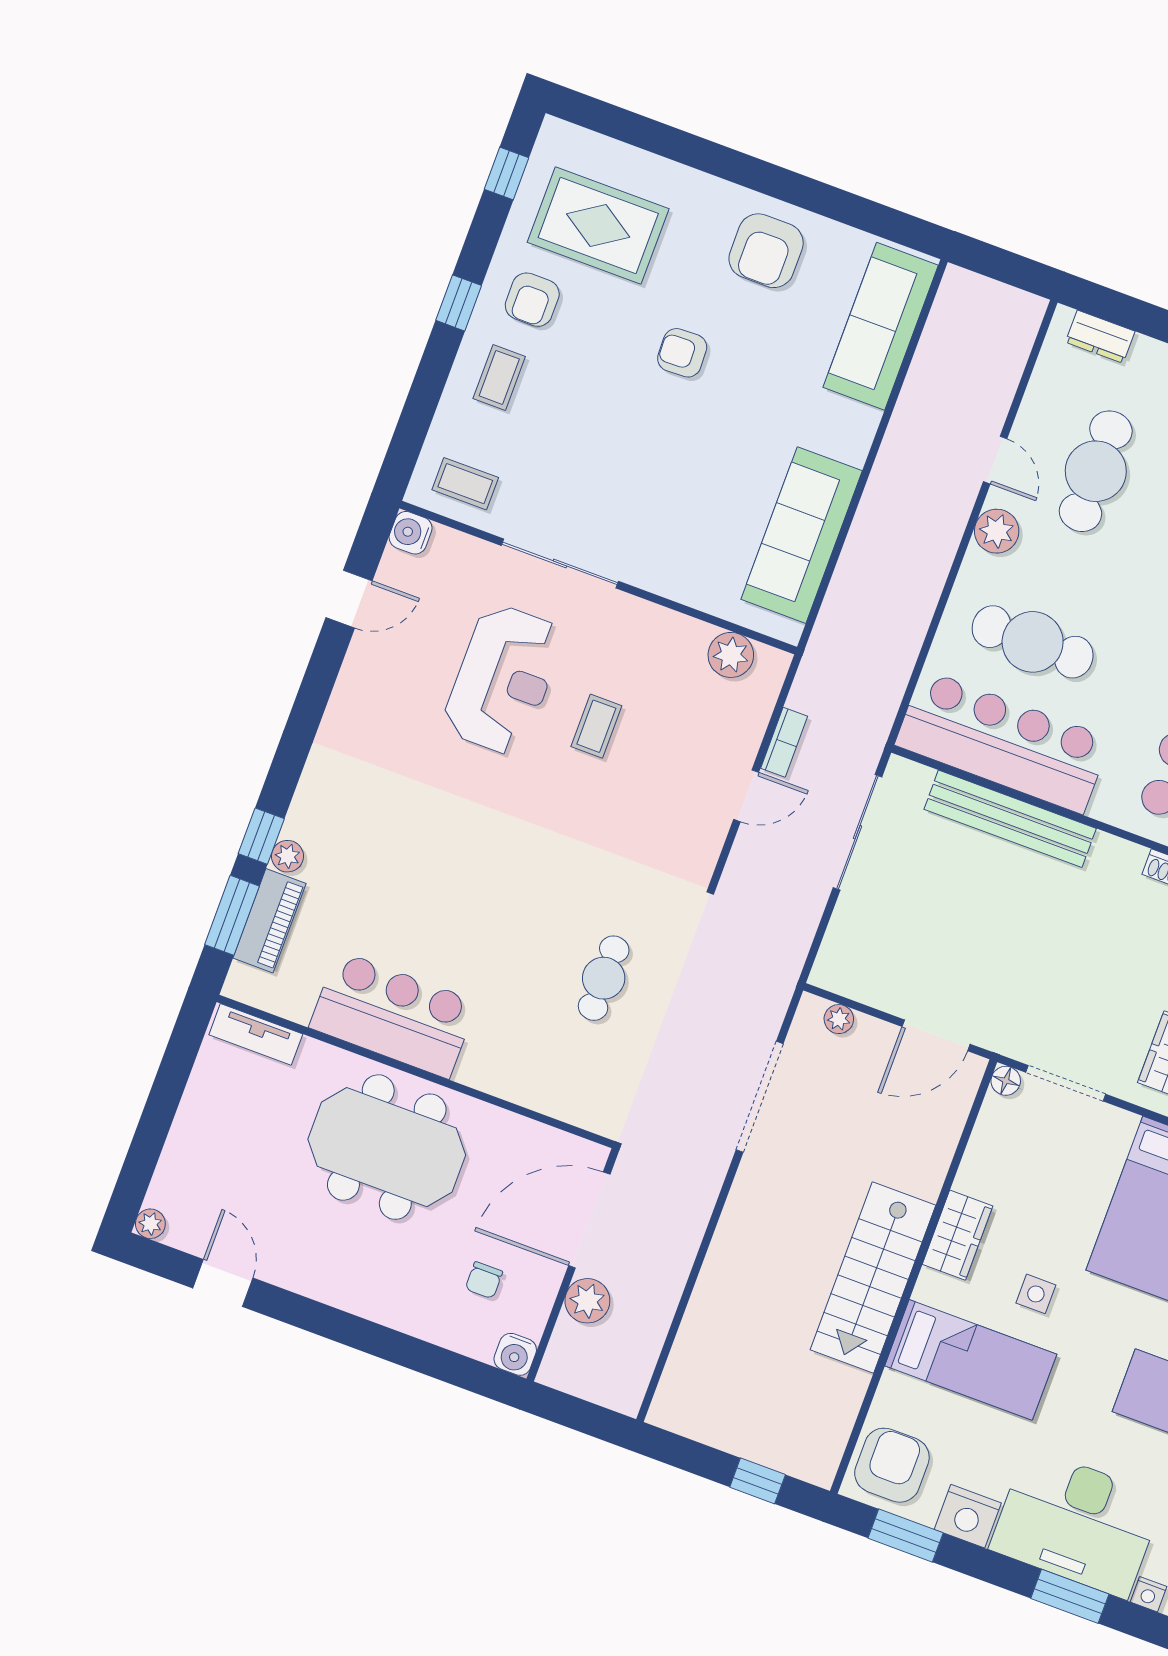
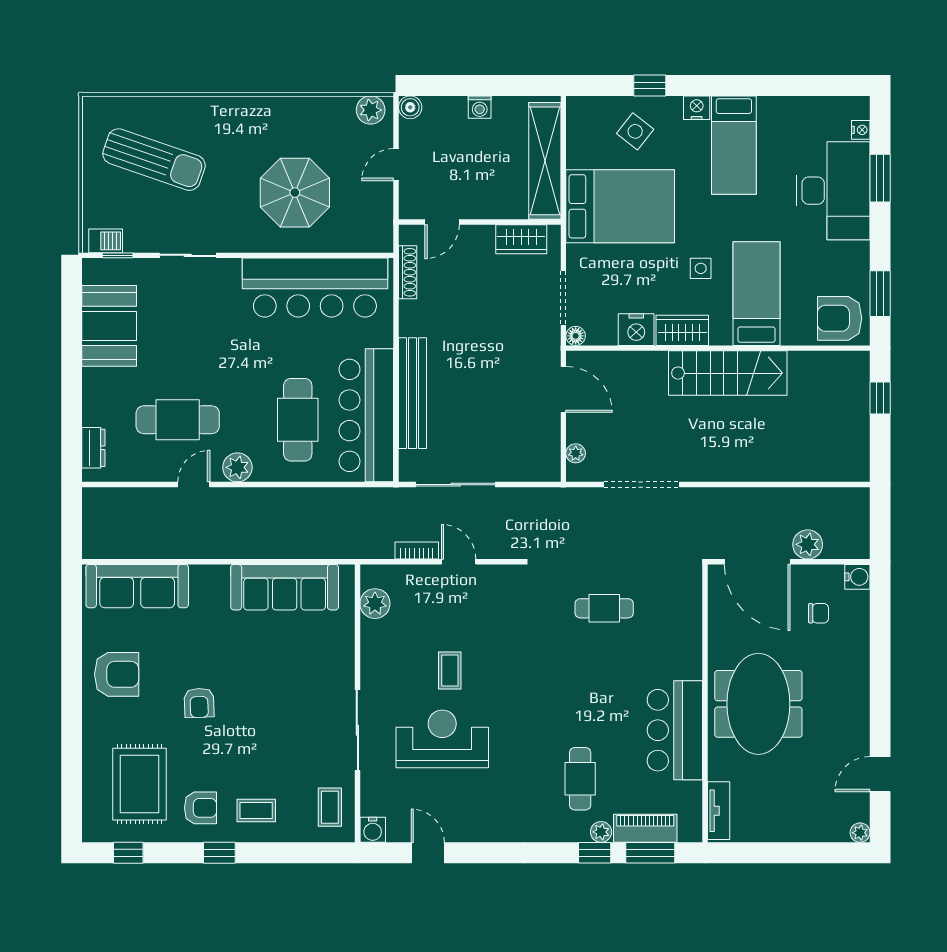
coffee table: (596, 726) -> (450, 671), turned 90
cafe table: (374, 854) -> (580, 779), added
nightstand: (968, 1516) -> (636, 330), moved, turned 90

